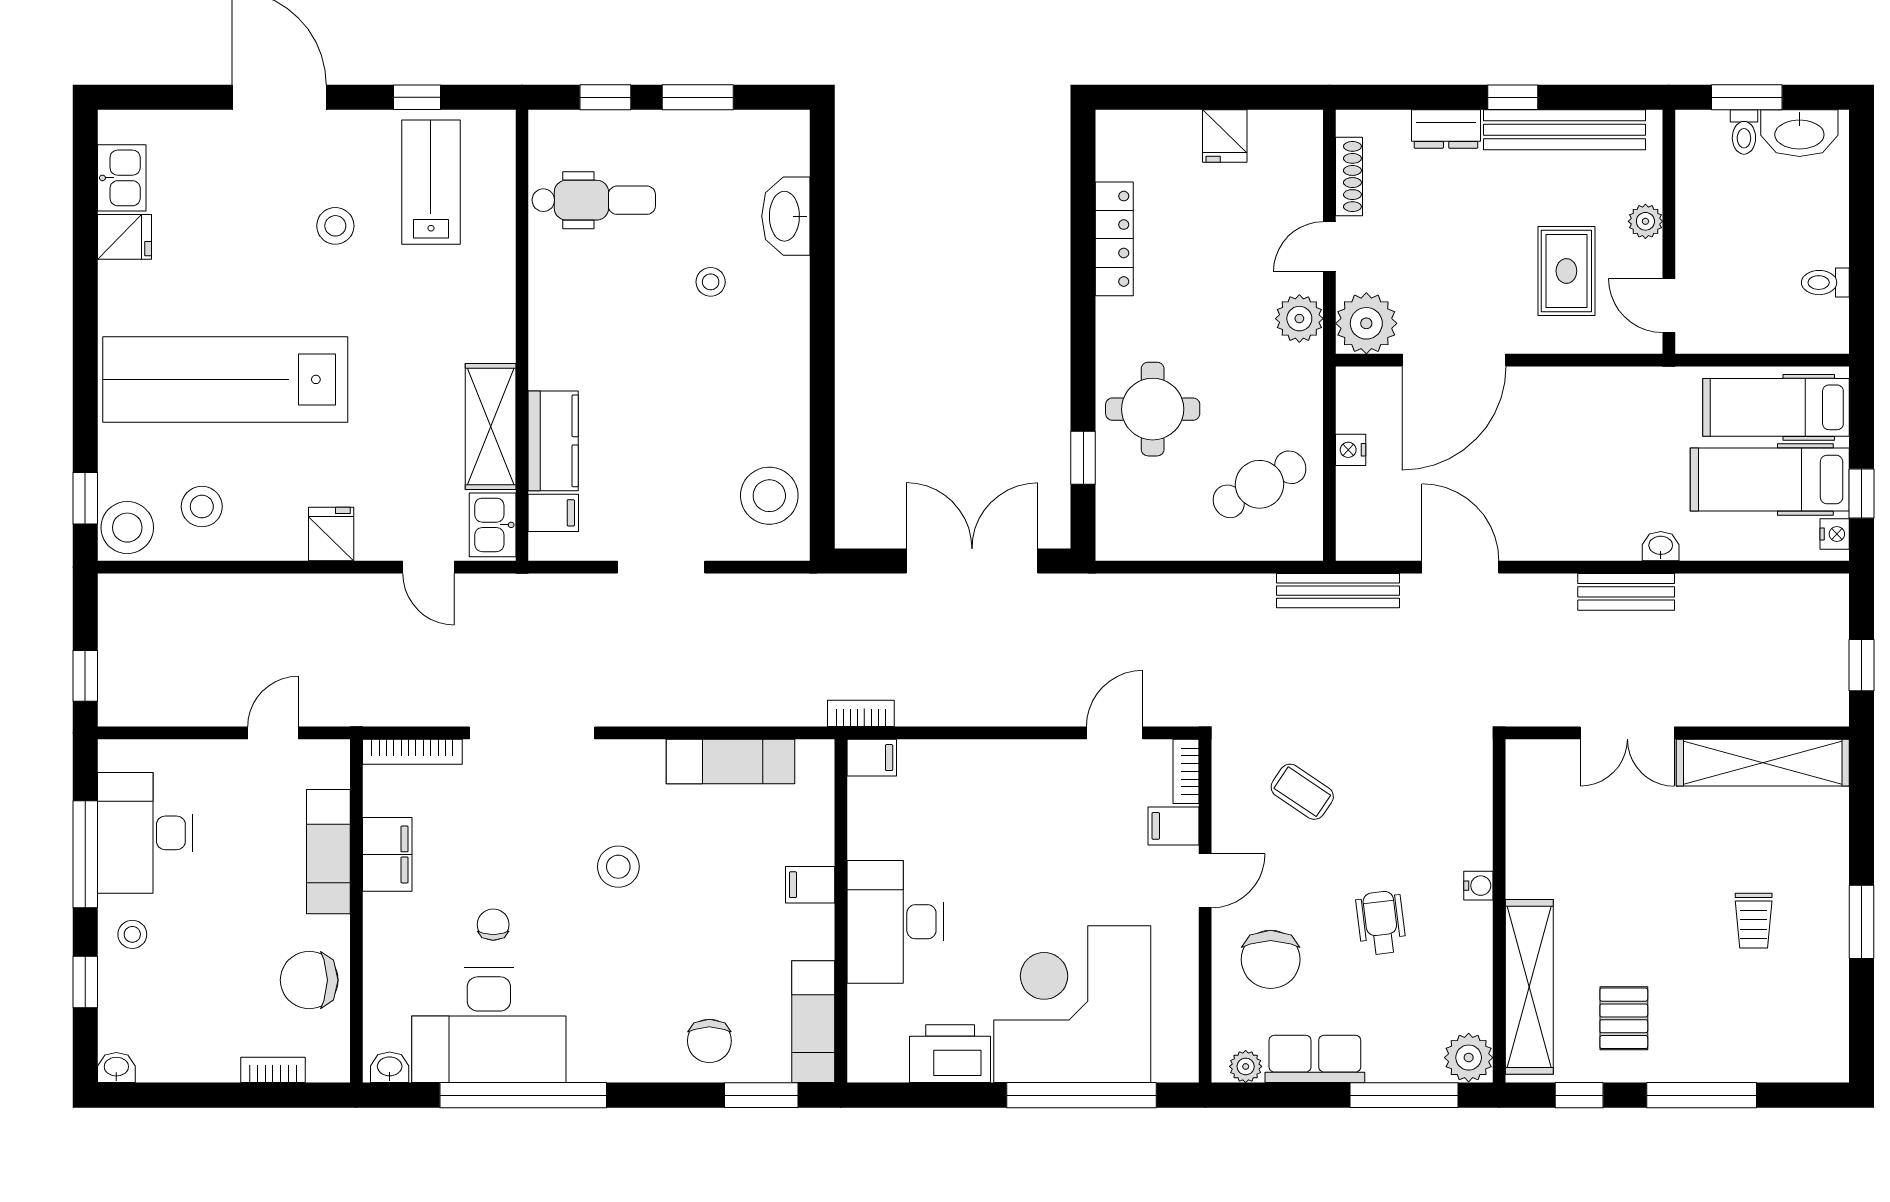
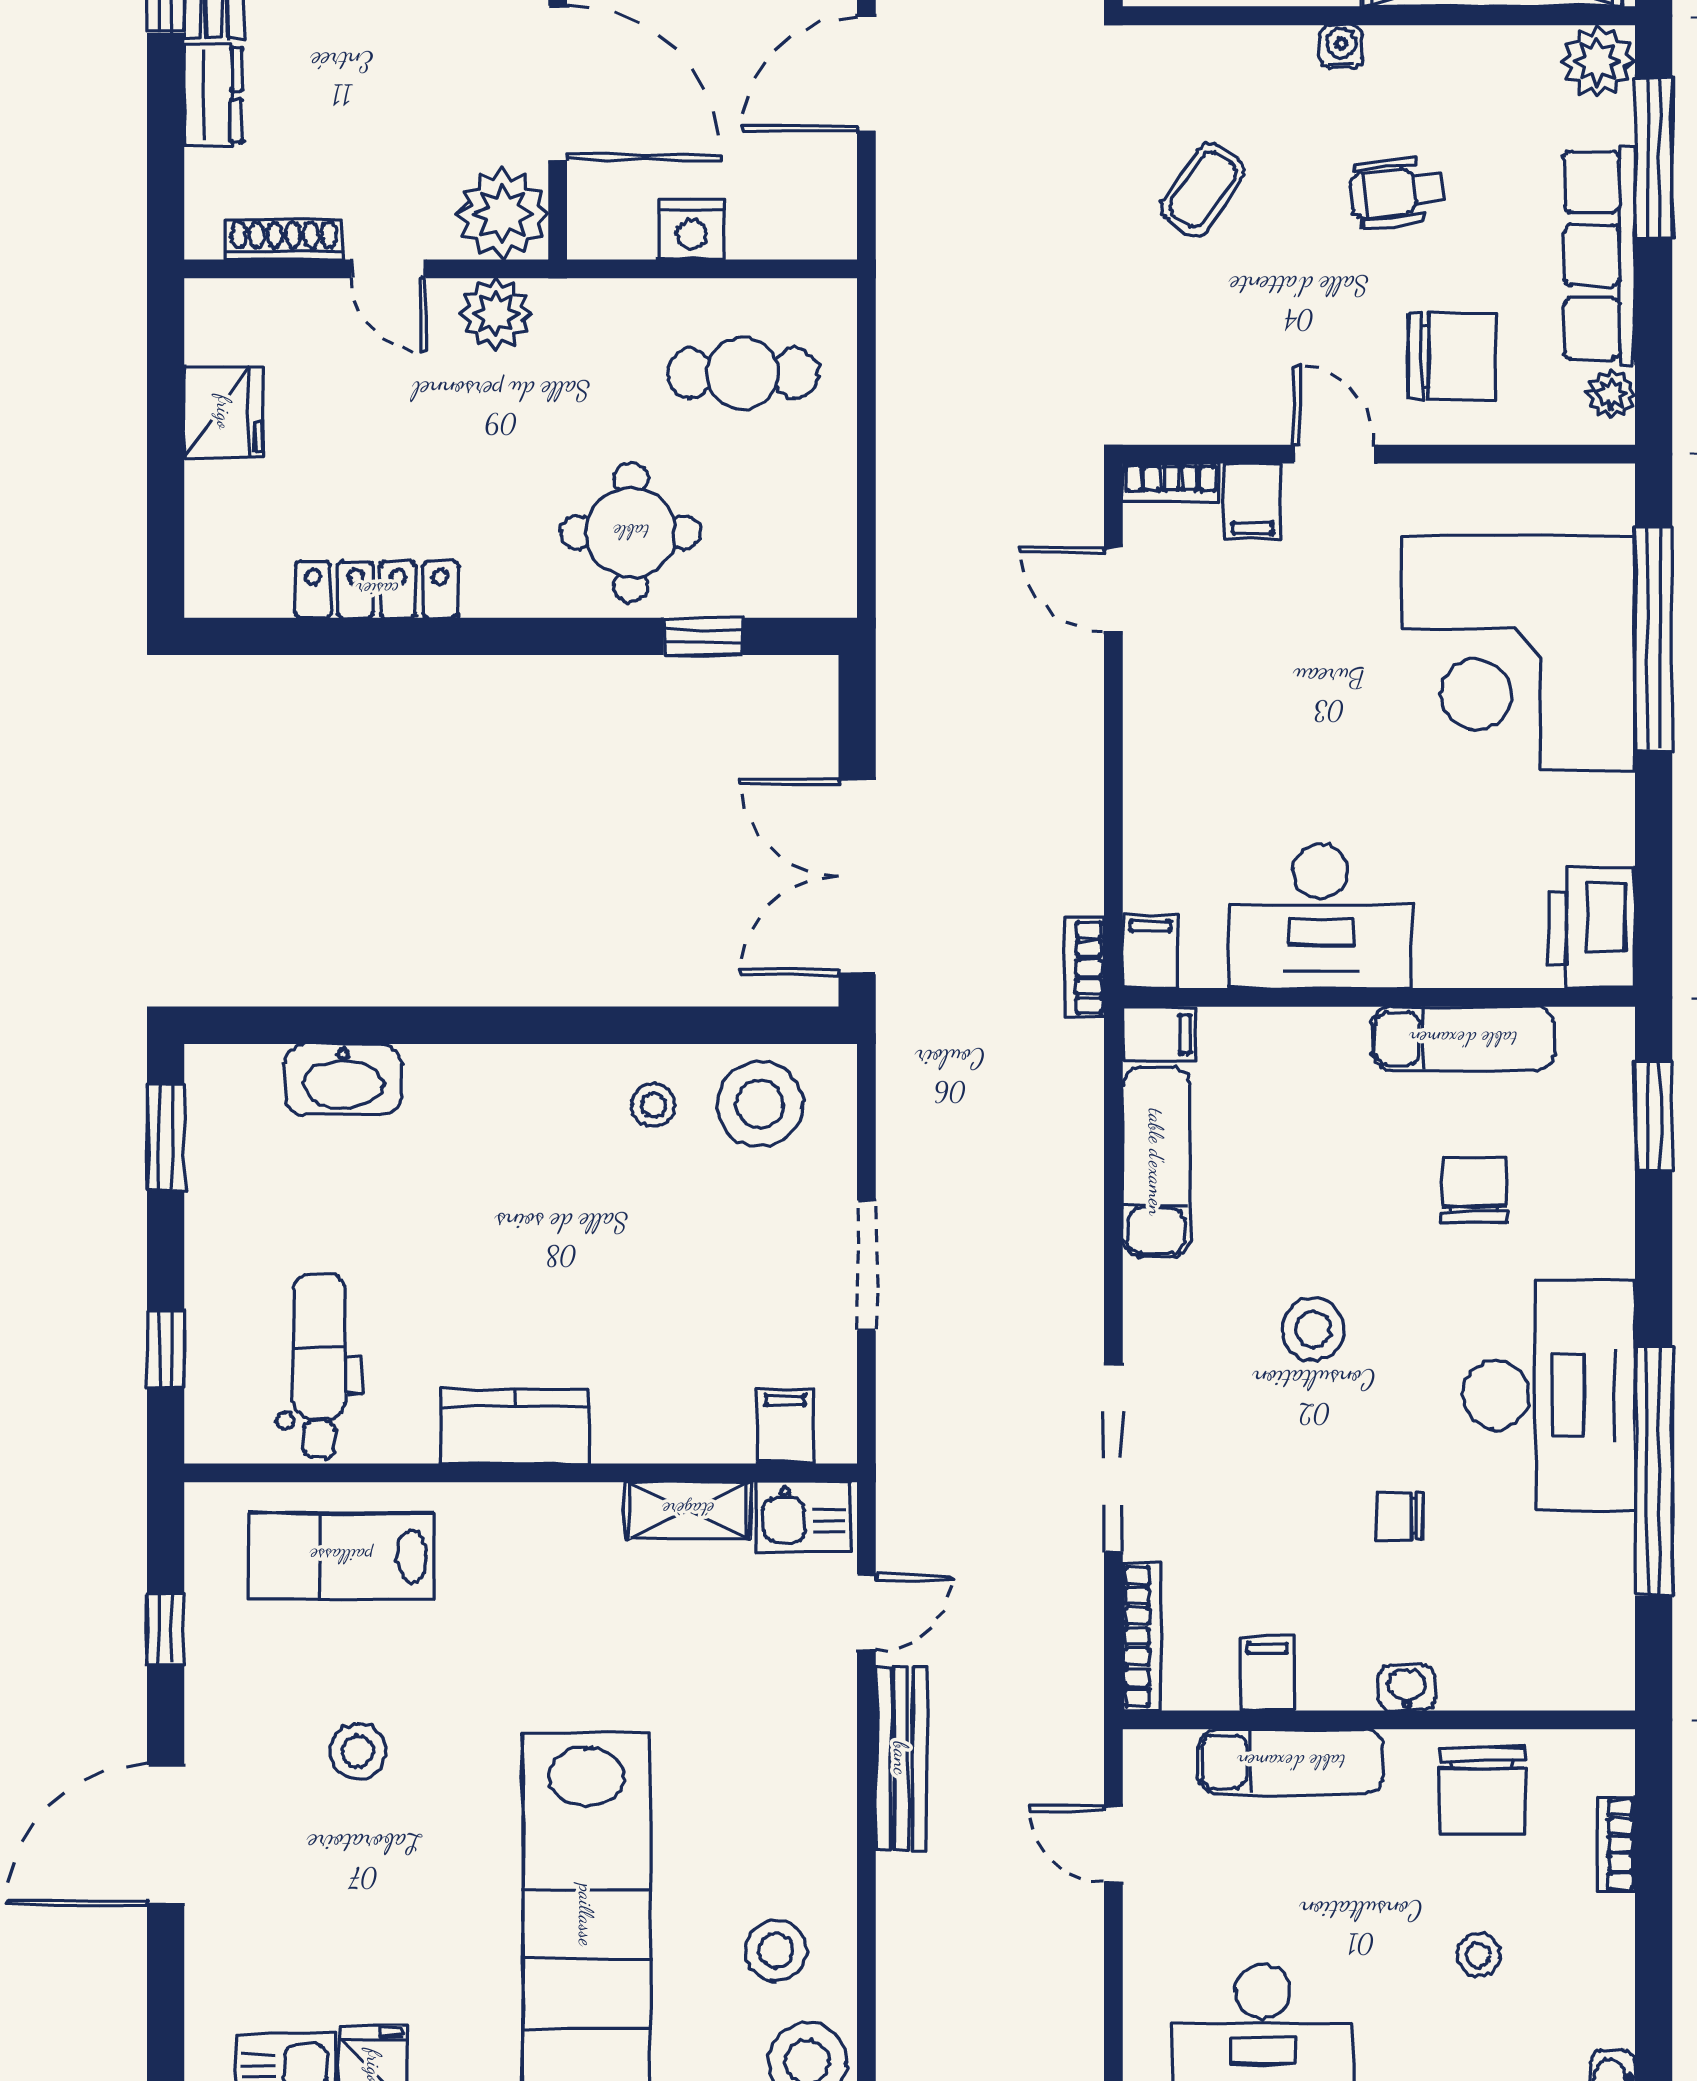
window: (698, 97) -> (166, 1137), moved
fridge: (1225, 136) -> (224, 412), width x1.38
lab bench: (431, 182) -> (341, 1556), moved
stool: (711, 282) -> (653, 1105), moved
shelving: (491, 426) -> (688, 1510), width x0.67, depth x0.75
kitchen counter: (553, 441) -> (515, 1426), moved
nightstand: (1351, 450) -> (691, 229), width x1.39, depth x1.35
cafe table: (1260, 484) -> (743, 373), turned -61
fridge: (331, 534) -> (817, 1758), removed
double door: (972, 561) -> (857, 876), moved
bench: (1338, 591) -> (901, 1758), moved
coffee table: (1302, 792) -> (1203, 190), moved
filing cabinet: (387, 854) -> (1267, 1674), width x0.50
filing cabinet: (810, 885) -> (1159, 1034), moved, turned -90
desk: (895, 922) -> (1320, 916), moved
stool: (132, 934) -> (1479, 1955), moved
exam couch: (813, 1022) -> (1463, 1039), moved
desk: (489, 1025) -> (1549, 1395), moved
chair: (709, 1041) -> (1474, 1190), moved, turned -90
printer: (950, 1054) -> (1592, 928), moved
row of seats: (1315, 1059) -> (1600, 255), width x1.48
washbasin: (390, 1067) -> (1407, 1688), moved, turned 90

